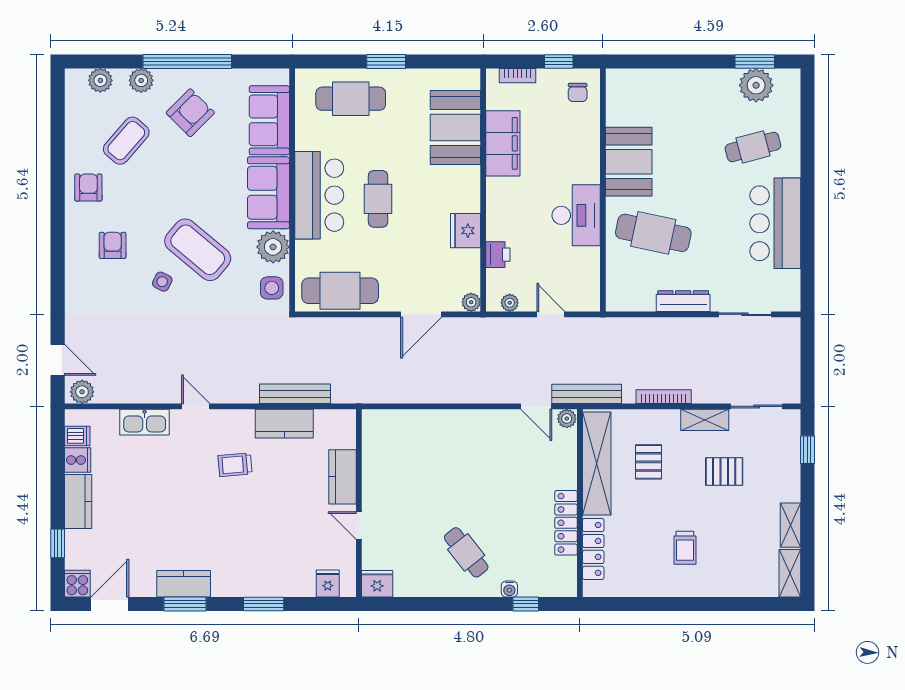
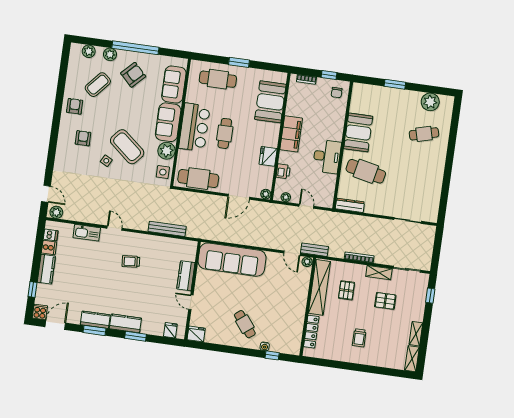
window: (755, 61) -> (395, 84), moved
filing cabinet: (503, 143) -> (291, 134), moved
bar counter: (775, 223) -> (430, 175), removed
dresser: (683, 301) -> (350, 205), moved
bench: (587, 394) -> (314, 250), width x0.73
kitchen counter: (284, 424) -> (125, 323), moved, turned 180
sofa: (425, 434) -> (232, 260), added
locker: (566, 523) -> (299, 316), removed

